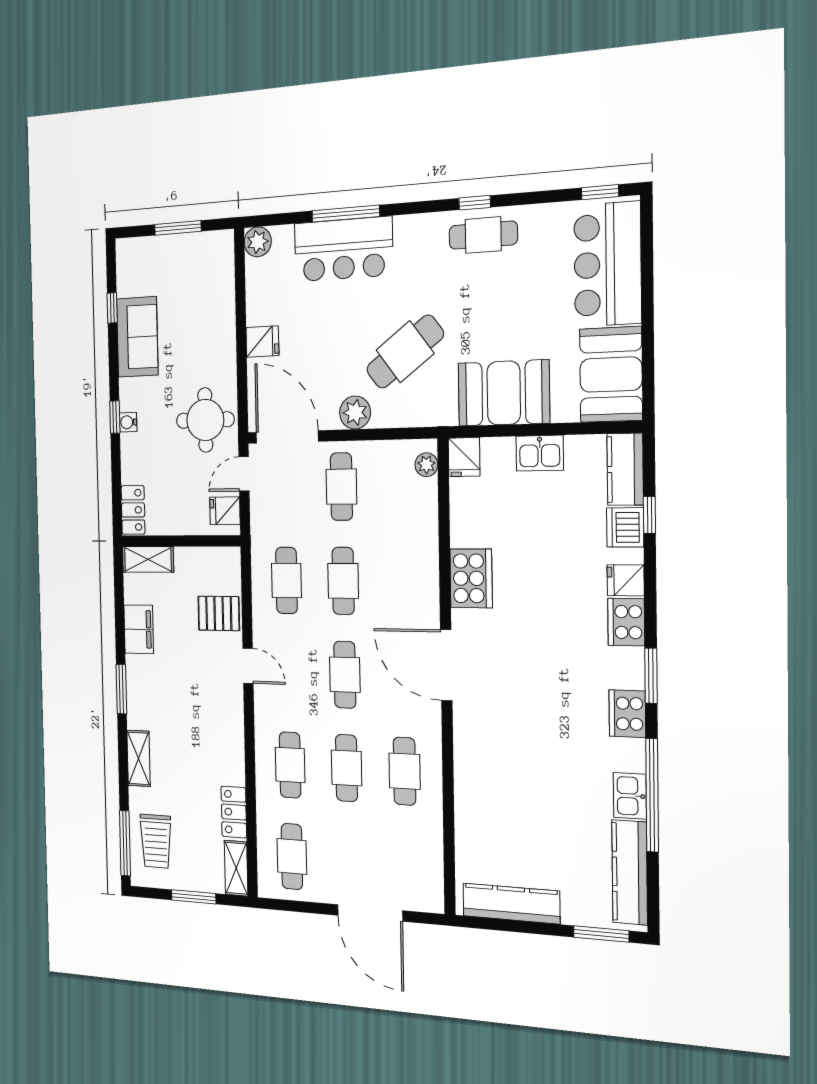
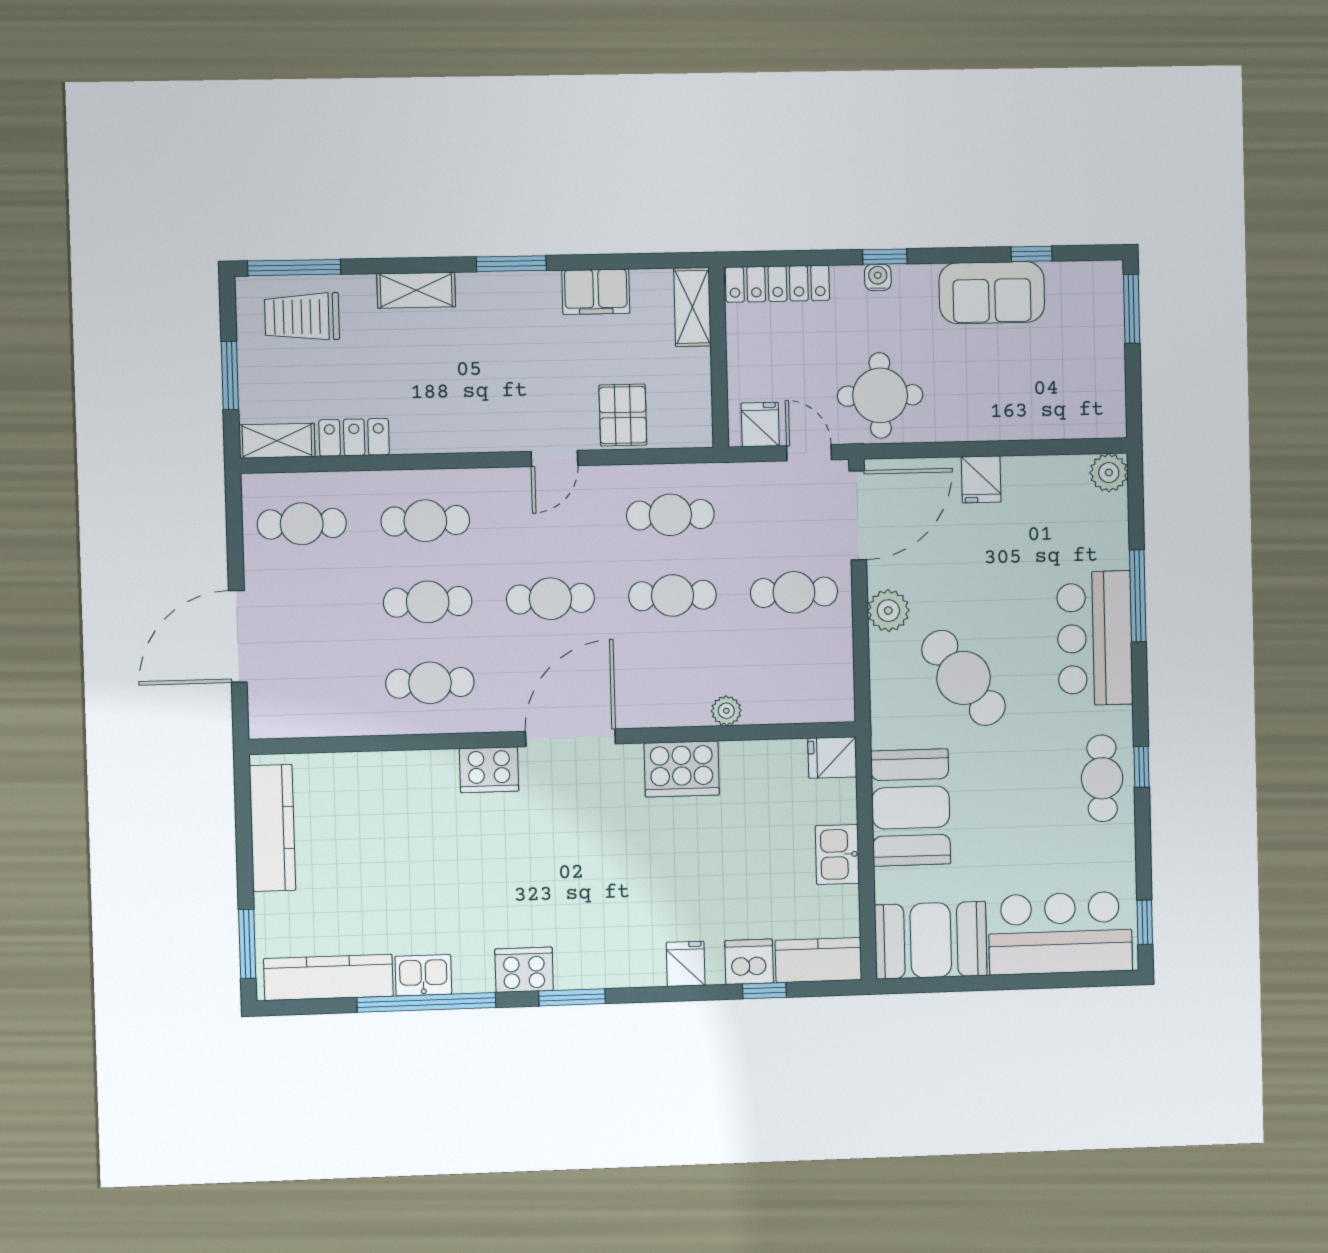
window: (178, 228) -> (1132, 309), moved
bar counter: (343, 249) -> (1095, 638), moved
plant: (426, 465) -> (726, 711), moved
locker: (133, 510) -> (777, 284), width x1.53
cooker: (626, 622) -> (489, 770), moved, turned 180

